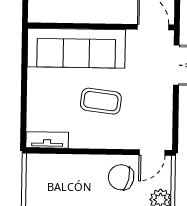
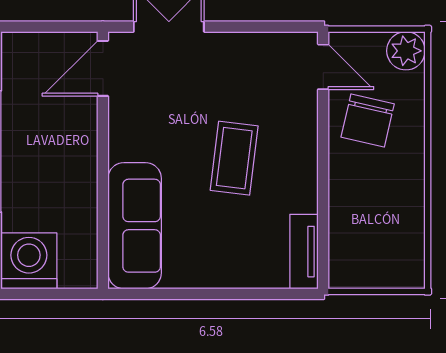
sofa: (76, 48) -> (135, 226), width x0.74, depth x0.79

